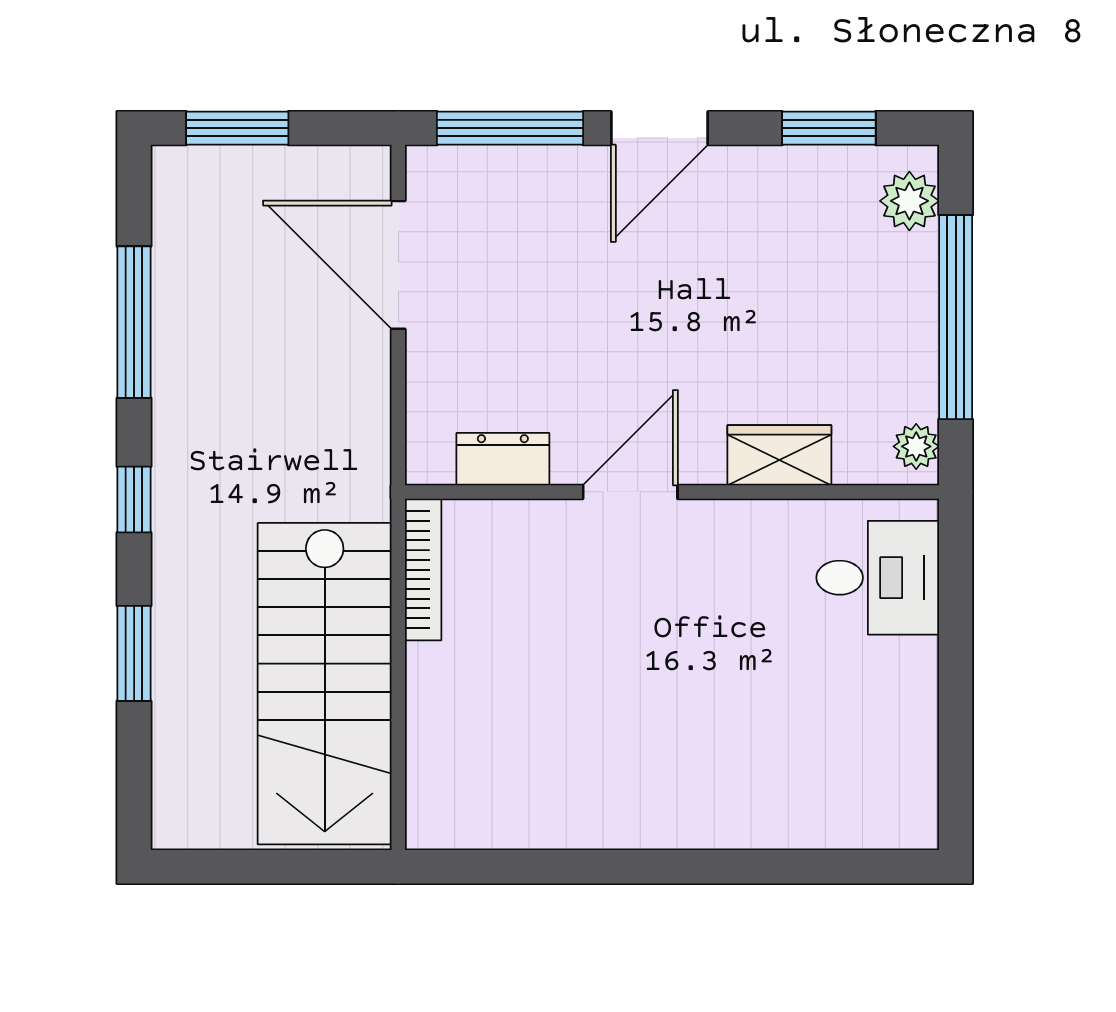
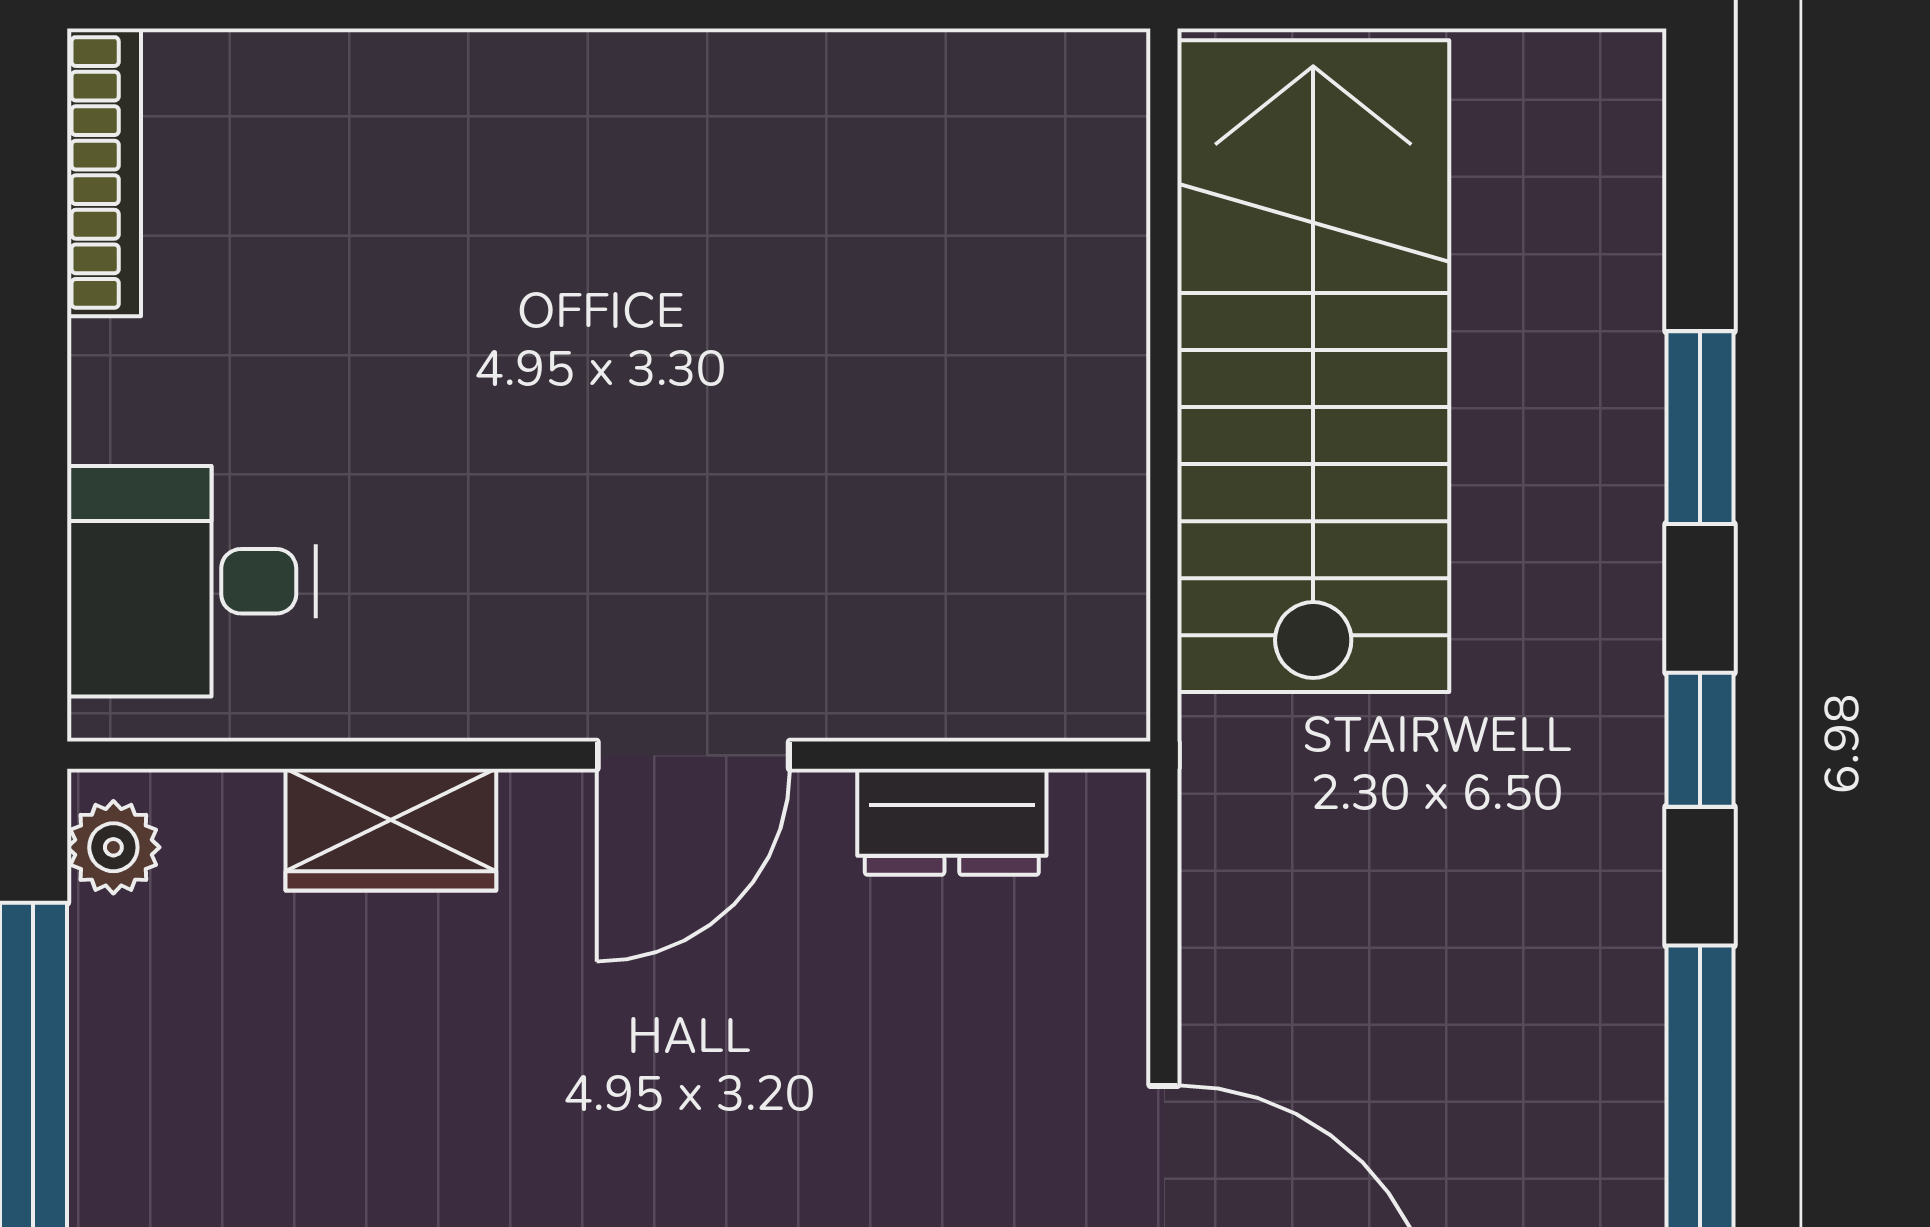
bookcase: (423, 570) -> (104, 172), moved, turned 180

